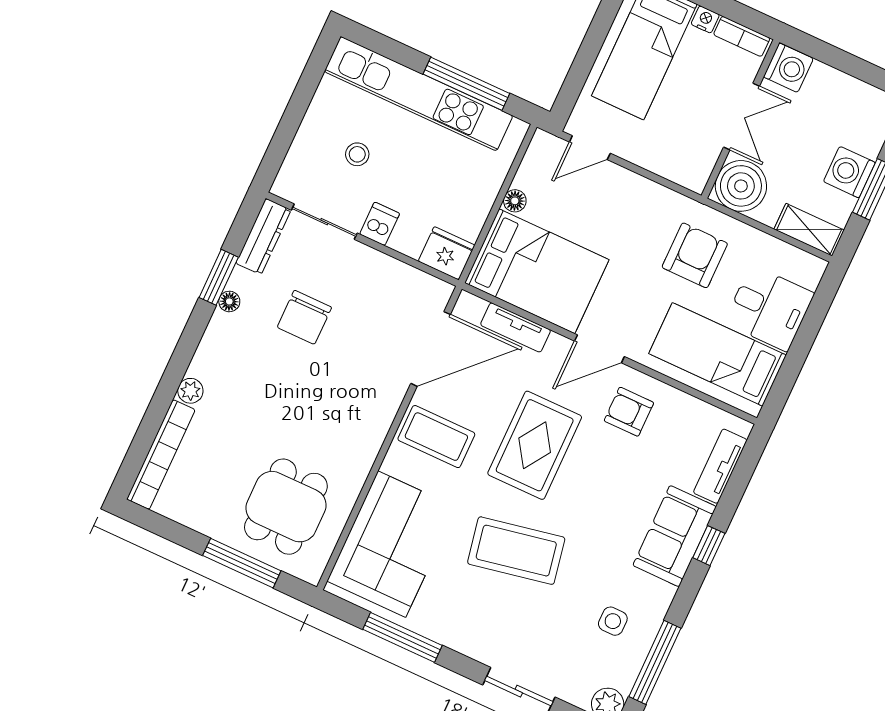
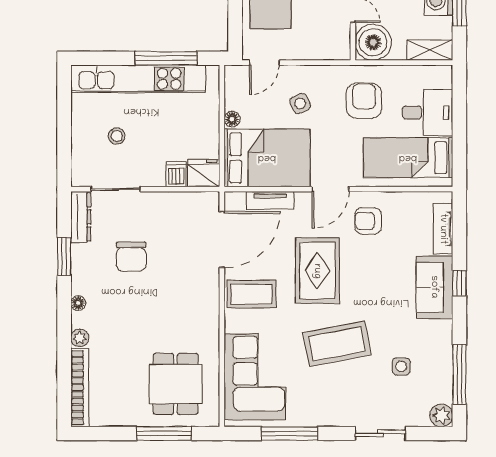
side table: (611, 221) -> (300, 104), added
dishwasher: (380, 224) -> (176, 174), moved
floor lamp: (229, 301) -> (78, 303), moved
side table: (613, 621) -> (401, 366), moved

